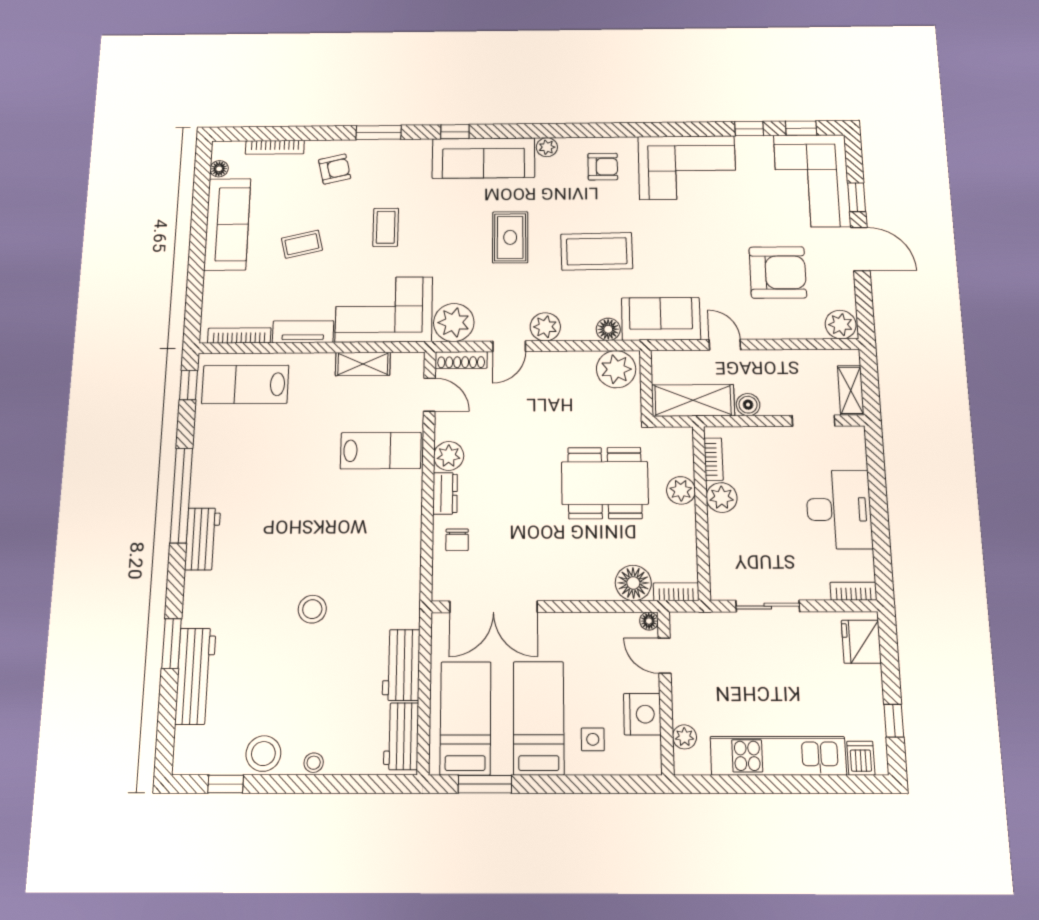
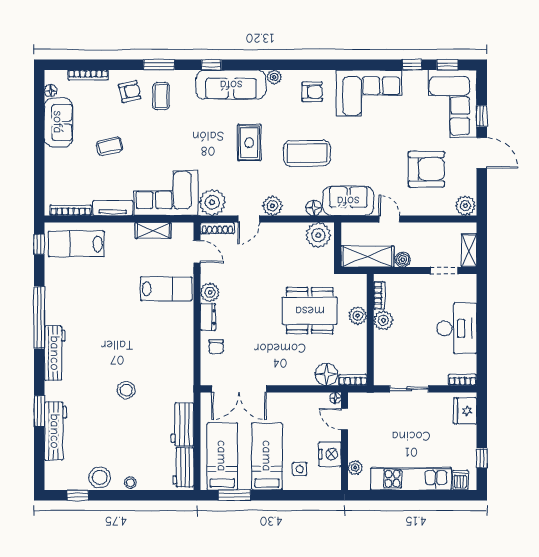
sofa: (227, 224) -> (58, 122), width x0.73
coffee table: (386, 227) -> (161, 96), moved
workbench: (203, 539) -> (55, 353), width x1.38

